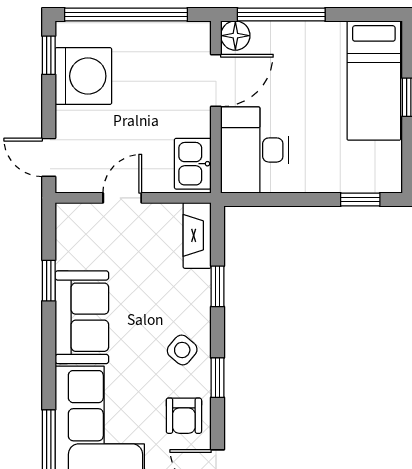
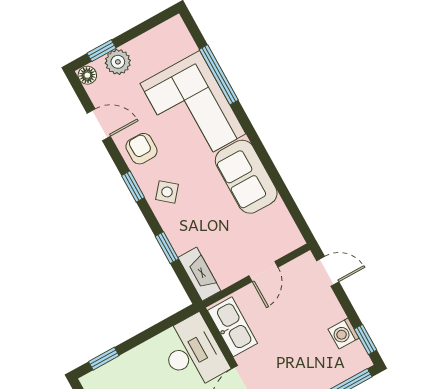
washing machine: (83, 76) -> (344, 334), width x0.53, depth x0.53
kitchen sink: (193, 164) -> (232, 327), width x1.38
window: (49, 281) -> (282, 189), removed

